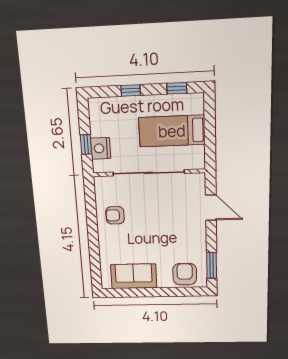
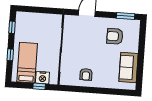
bed: (172, 131) -> (27, 63), moved, turned 180
armchair: (185, 274) -> (115, 36), moved

